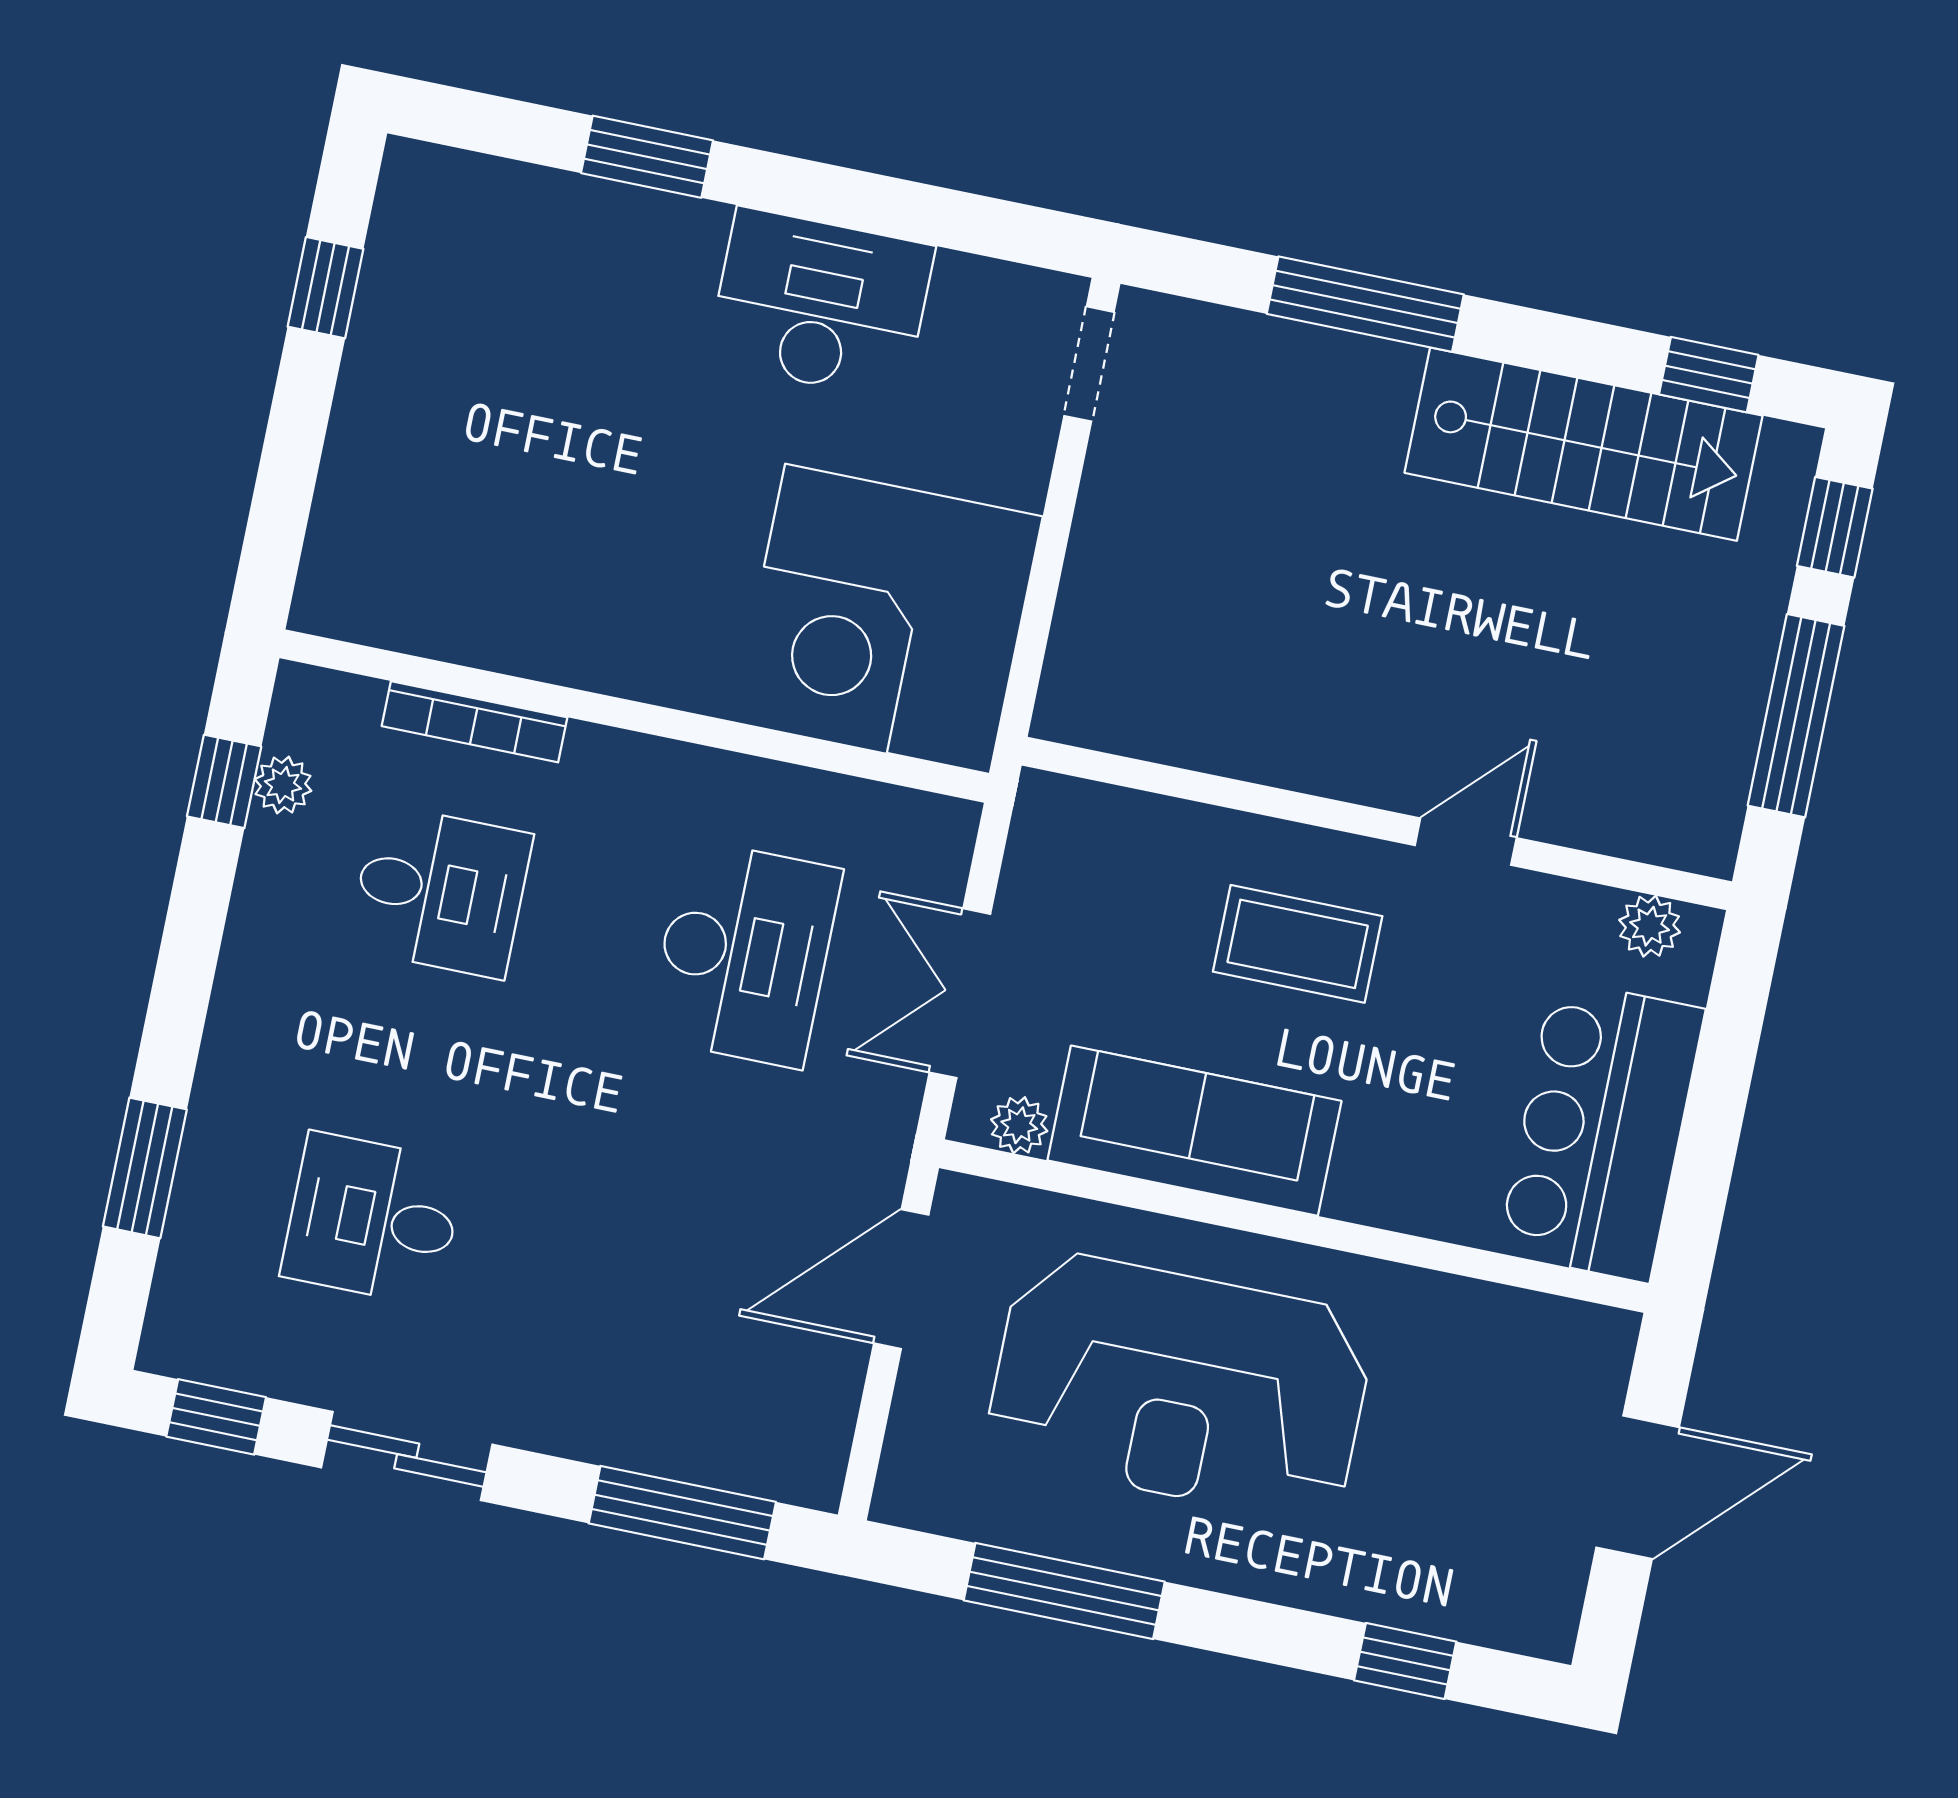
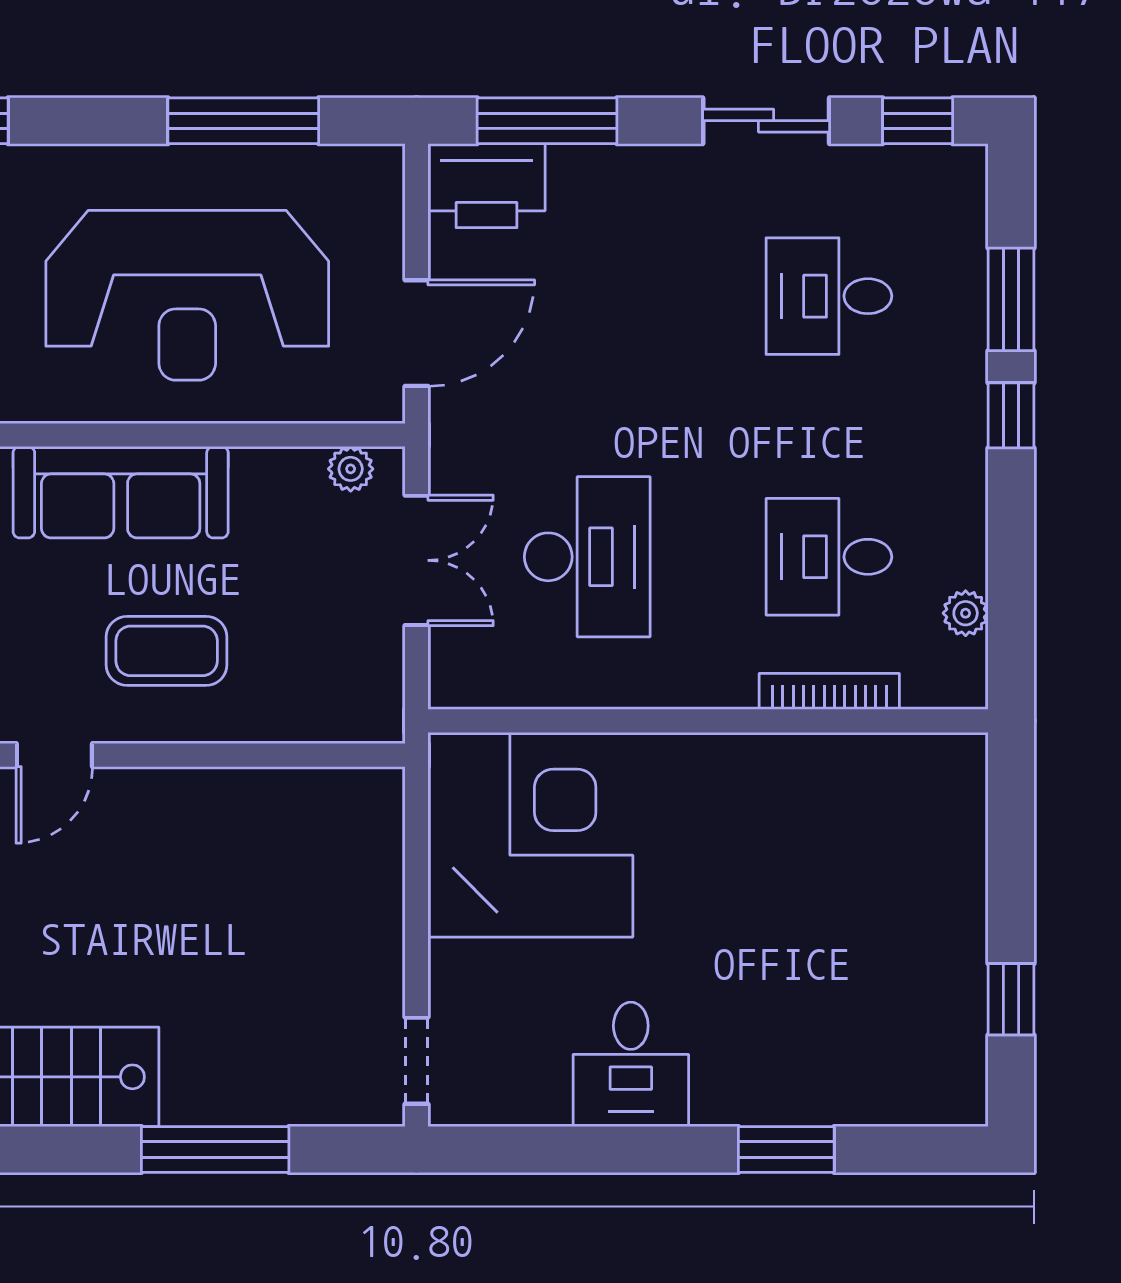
desk: (821, 304) -> (631, 1064), width x0.73
window: (224, 781) -> (1011, 415), moved
desk: (744, 954) -> (587, 557), turned 180
sofa: (1194, 1131) -> (121, 492), moved
desk: (373, 1219) -> (829, 296), turned 180
reception desk: (1180, 1386) -> (187, 295), turned 180
printer: (775, 1446) -> (487, 186), added

